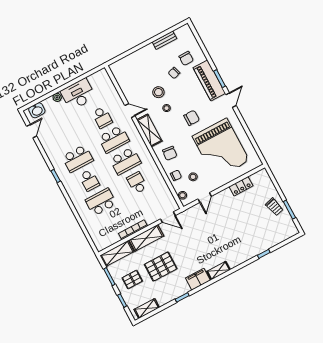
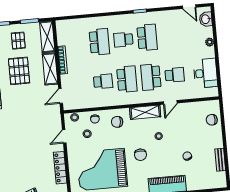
chair: (186, 58) -> (212, 120), moved
stool: (158, 92) -> (176, 135), removed
desk: (78, 94) -> (205, 73), moved
school desk: (102, 117) -> (175, 75), turned 180
school desk: (78, 158) -> (147, 37), turned 180
school desk: (125, 161) -> (127, 79), turned 180
locker: (241, 186) -> (60, 168), width x1.53
door: (205, 198) -> (64, 136), hinge flipped

